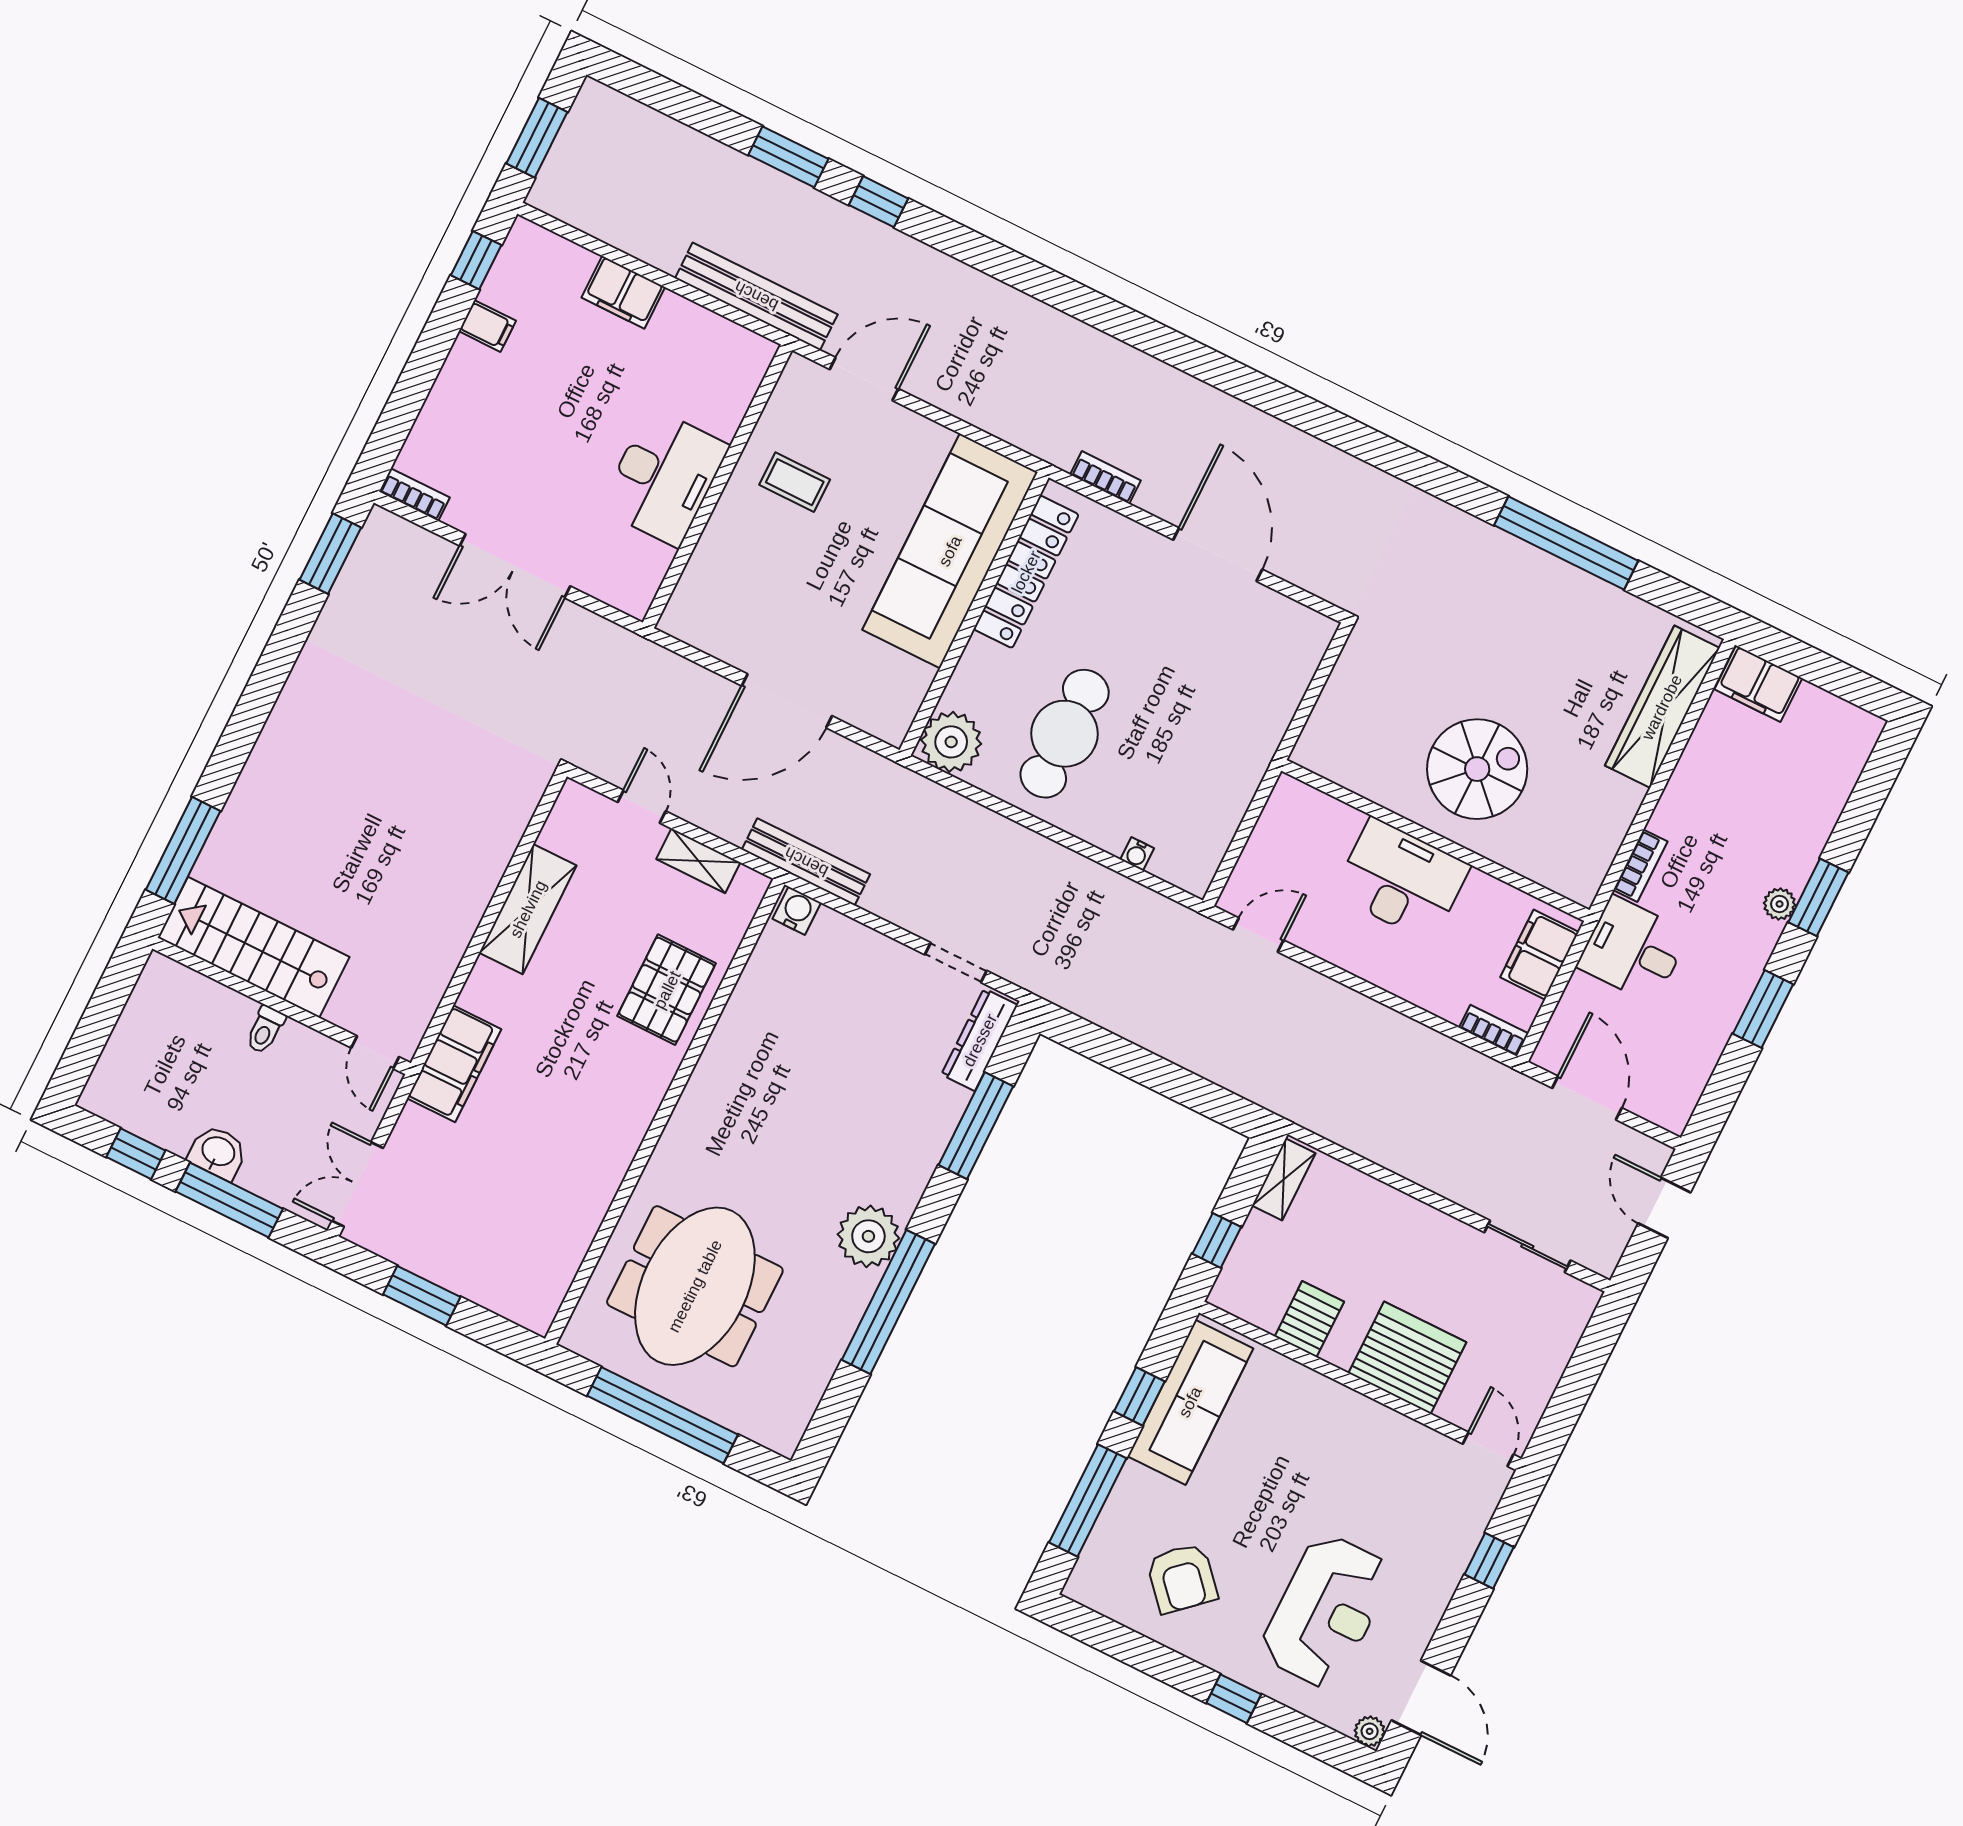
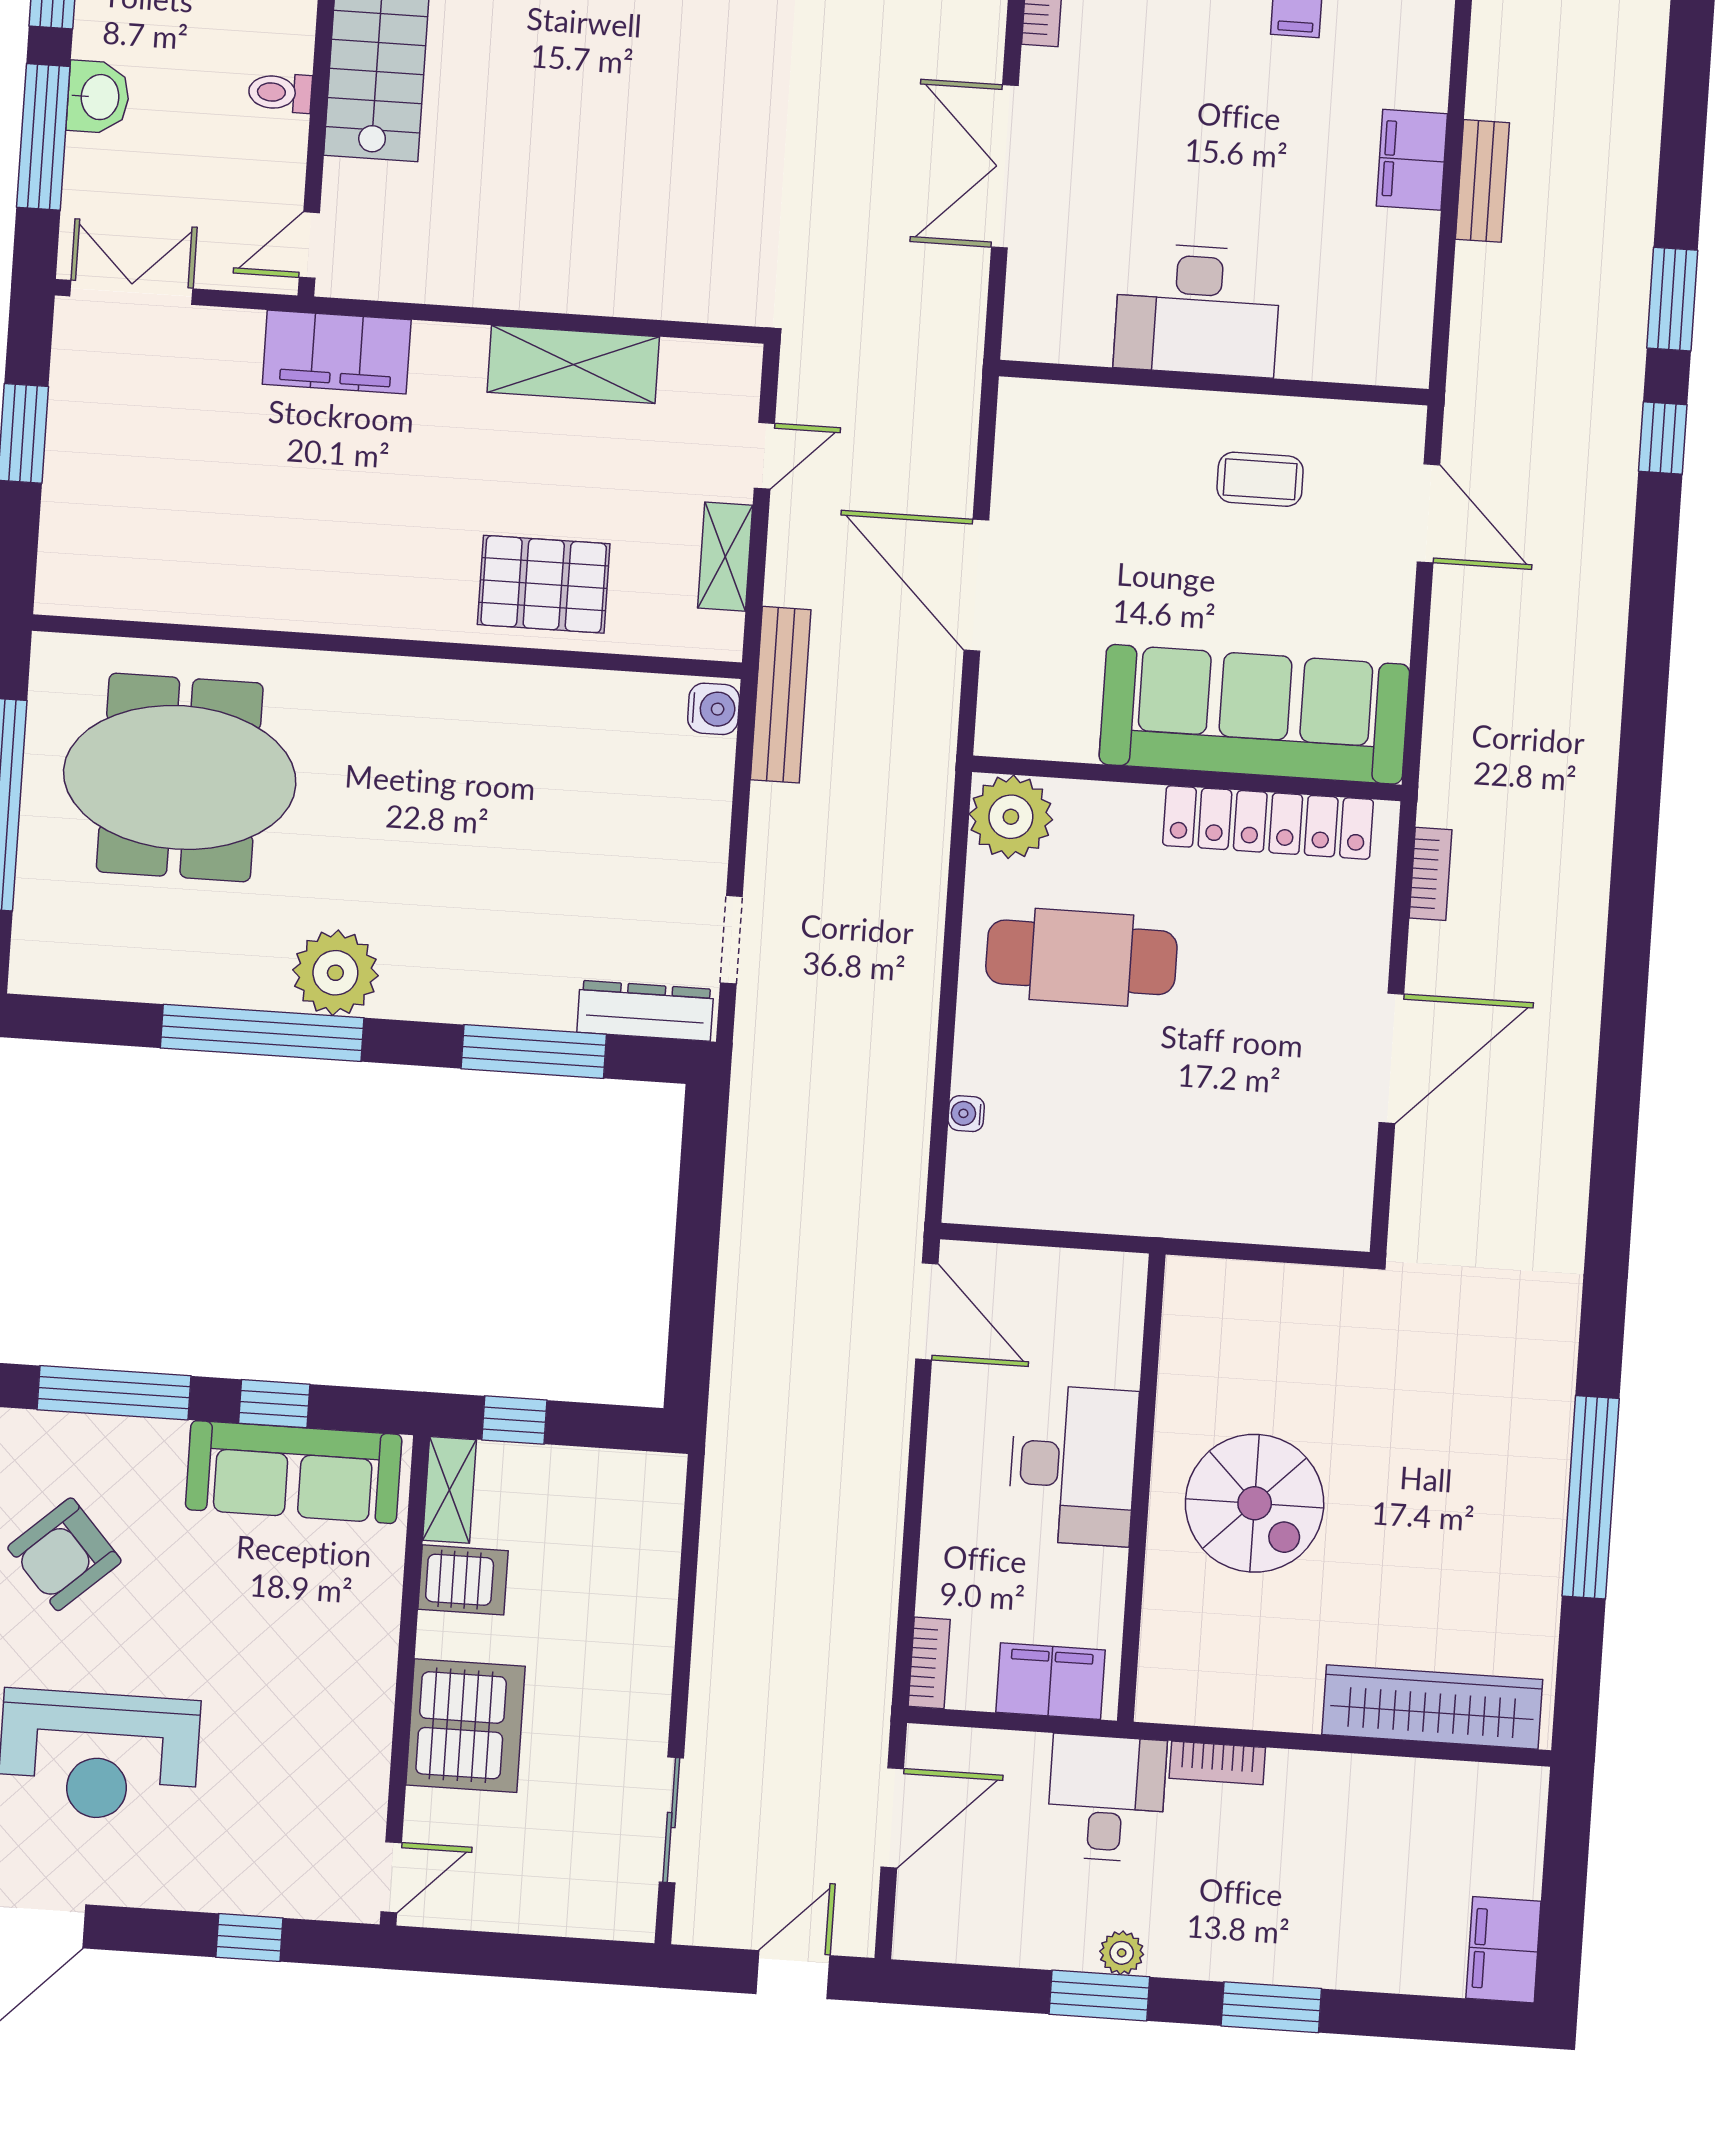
bench: (756, 296) -> (1482, 181), moved, width x0.54, depth x0.82
coffee table: (795, 482) -> (1260, 479), turned 90
filing cabinet: (1758, 684) -> (1503, 1950), moved
plant: (1780, 904) -> (1122, 1953), moved
door: (1258, 935) -> (927, 1311), width x1.38
shelving: (1284, 1179) -> (449, 1490), moved, turned 90

